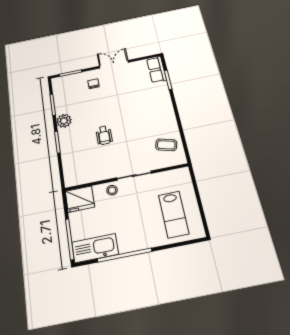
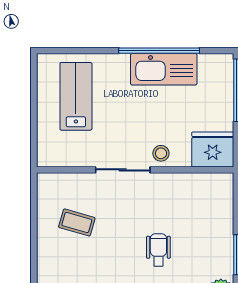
coffee table: (166, 145) -> (77, 222), moved
kitchen sink: (95, 248) -> (164, 69), moved

